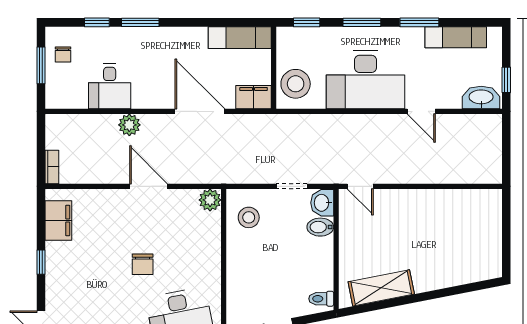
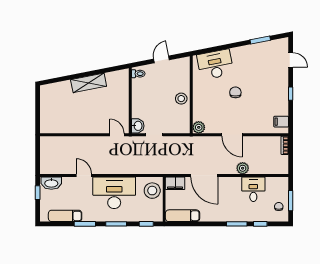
stool: (249, 217) -> (181, 99), moved
filing cabinet: (58, 220) -> (281, 122), width x0.50
bidet: (320, 227) -> (139, 113), removed
shelving: (381, 288) -> (89, 83), moved

